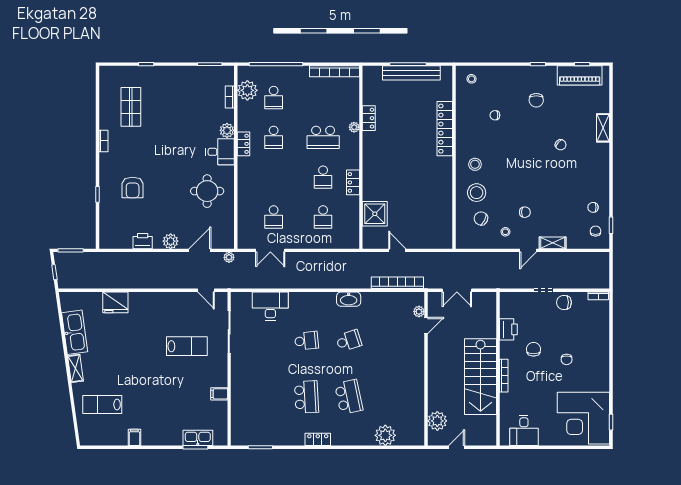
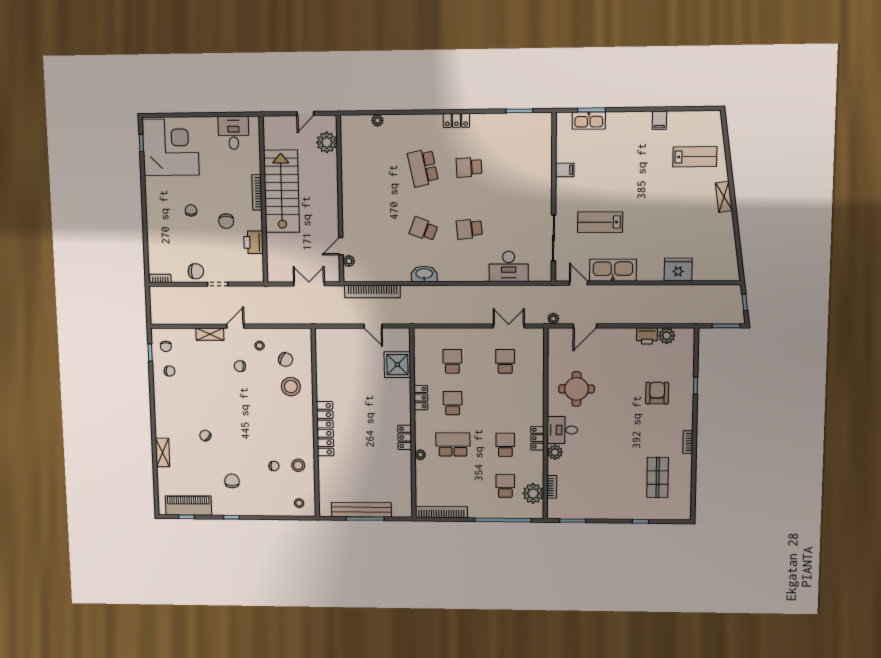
locker: (369, 118) -> (405, 437), moved
locker: (445, 129) -> (325, 429), moved
stool: (475, 164) -> (298, 465), moved
plant: (171, 241) -> (667, 336), moved
kitchen sink: (75, 332) -> (613, 270), moved, turned 98
school desk: (349, 341) -> (424, 229), turned 39
school desk: (306, 397) -> (469, 167), width x0.54
plant: (385, 435) -> (377, 120), width x0.53, depth x0.53

